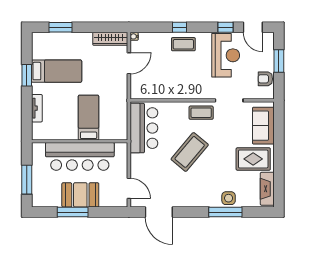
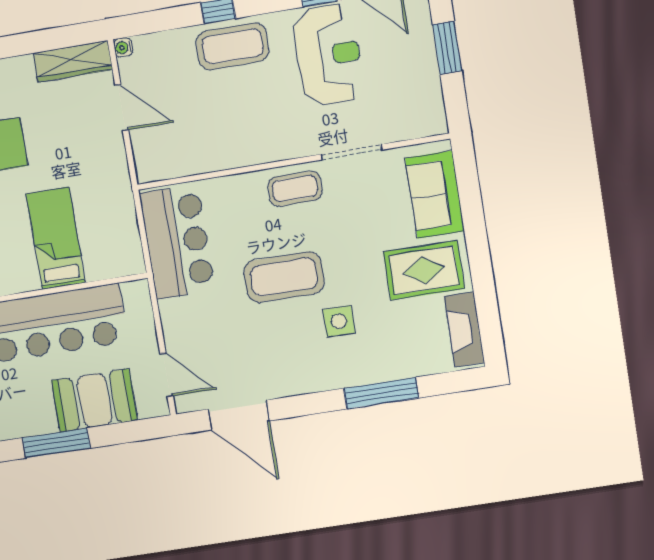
coffee table: (183, 44) -> (233, 46), width x1.36, depth x1.32
door: (129, 63) -> (122, 108), hinge flipped
armchair: (265, 79) -> (423, 92), removed
coffee table: (190, 152) -> (284, 277), turned 50
booth: (80, 195) -> (95, 400), moved
side table: (229, 198) -> (339, 321), moved

